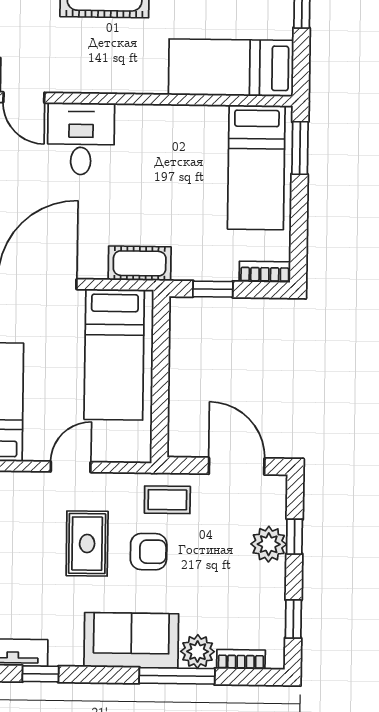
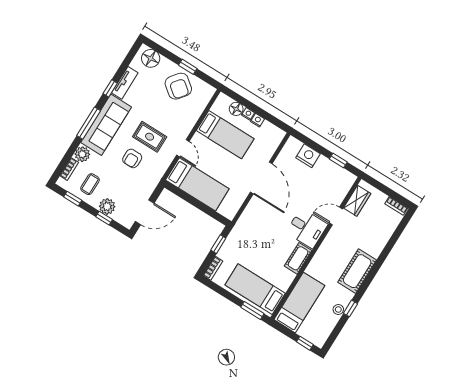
cot: (140, 263) -> (298, 258), moved
bed: (114, 355) -> (197, 184), moved, turned 180
coffee table: (167, 500) -> (90, 184), moved
sofa: (131, 640) -> (106, 125), width x1.36
window: (177, 676) -> (89, 123), moved

